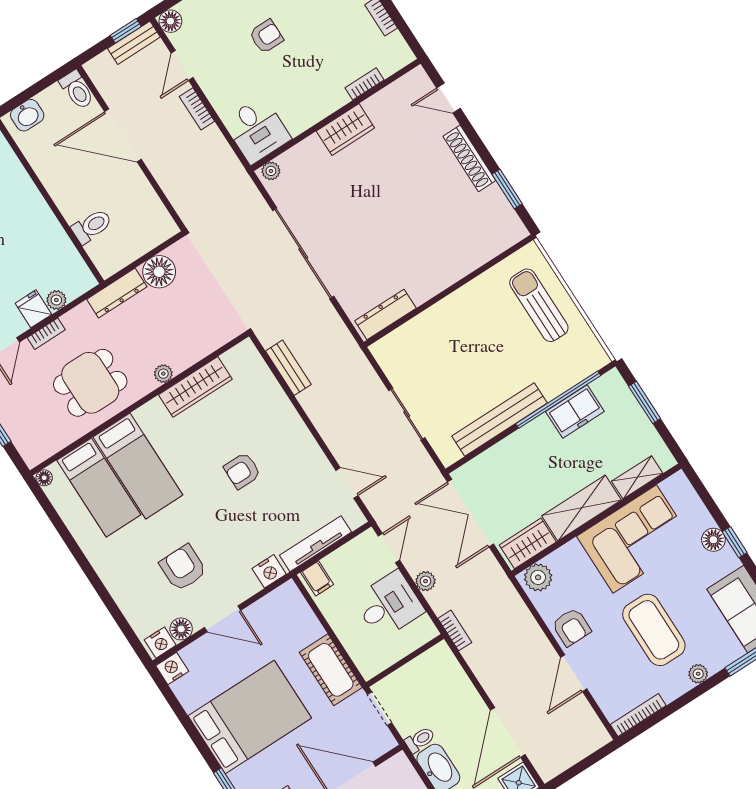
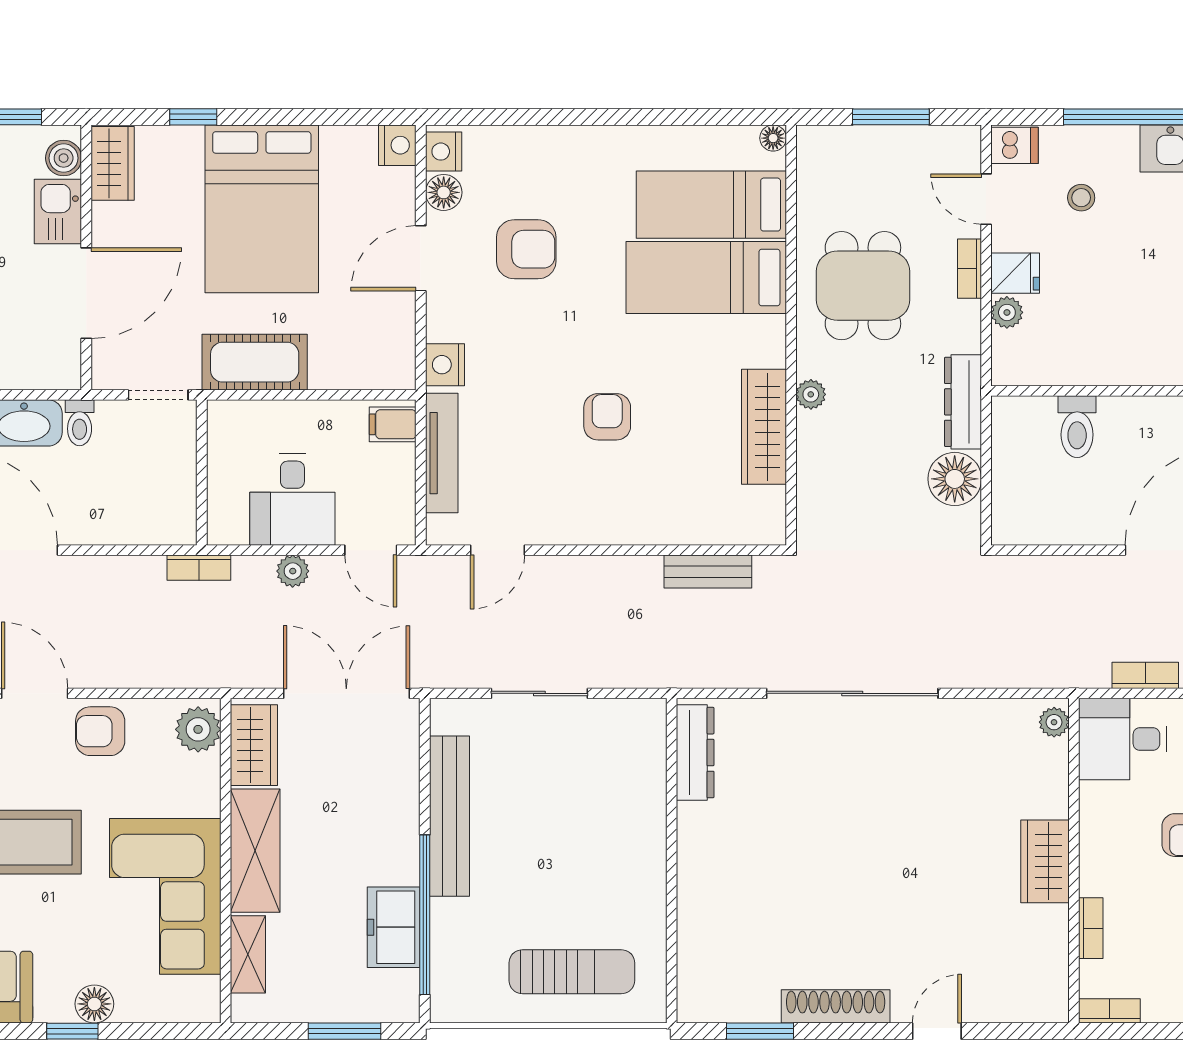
bookcase: (365, 84) -> (1091, 928), moved
wall: (336, 115) -> (1074, 861), moved
wardrobe: (345, 129) -> (1045, 861), moved
desk: (257, 130) -> (1123, 739), moved
plant: (271, 171) -> (1054, 722), moved

